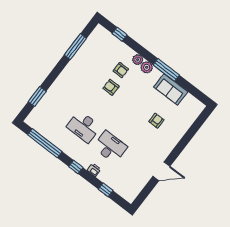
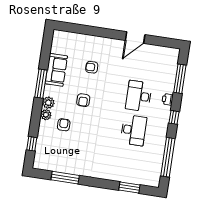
armchair: (111, 87) -> (83, 100), moved
door: (161, 171) -> (135, 37), swing flipped
window: (106, 190) -> (180, 79), width x2.17

